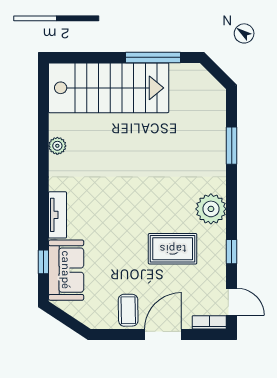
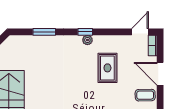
plant: (211, 209) -> (87, 40), width x0.53, depth x0.53
window: (232, 252) -> (85, 32), moved

